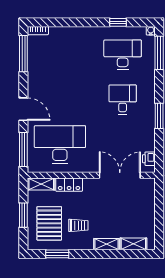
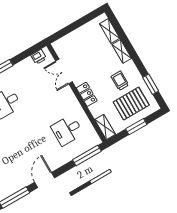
door: (23, 109) -> (45, 180), moved
desk: (60, 145) -> (67, 130), width x0.53, depth x0.77
double door: (120, 175) -> (64, 71), width x0.73
locker: (69, 185) -> (87, 94), moved

